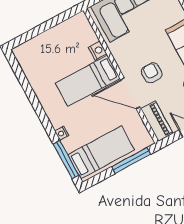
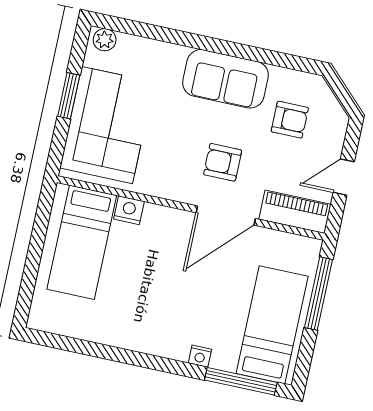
bed: (88, 81) -> (82, 242), moved

